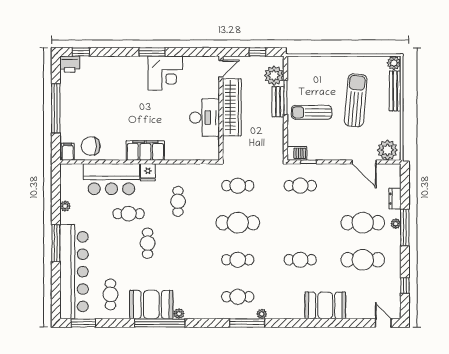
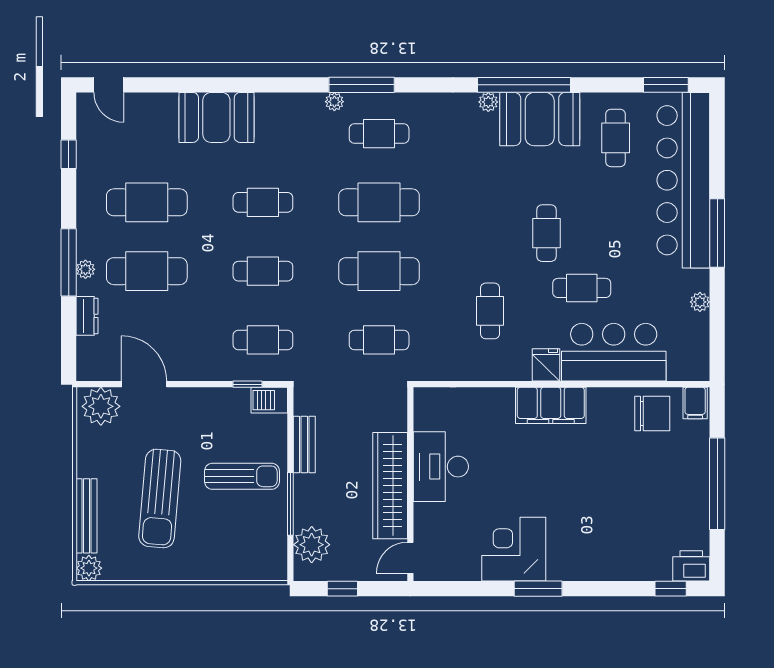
bench: (278, 102) -> (304, 444), moved
cafe table: (300, 223) -> (263, 271), added
cafe table: (238, 260) -> (379, 202), width x1.37, depth x1.35

